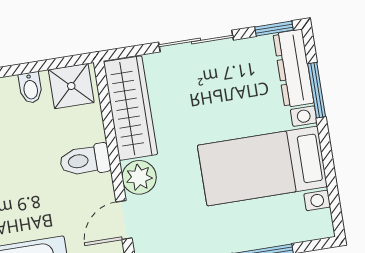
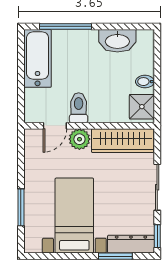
toilet: (85, 160) -> (79, 108), moved
door: (124, 220) -> (55, 126), swing flipped

